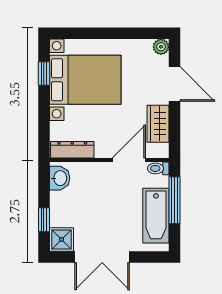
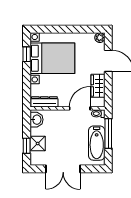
shower: (61, 239) -> (38, 144), moved

